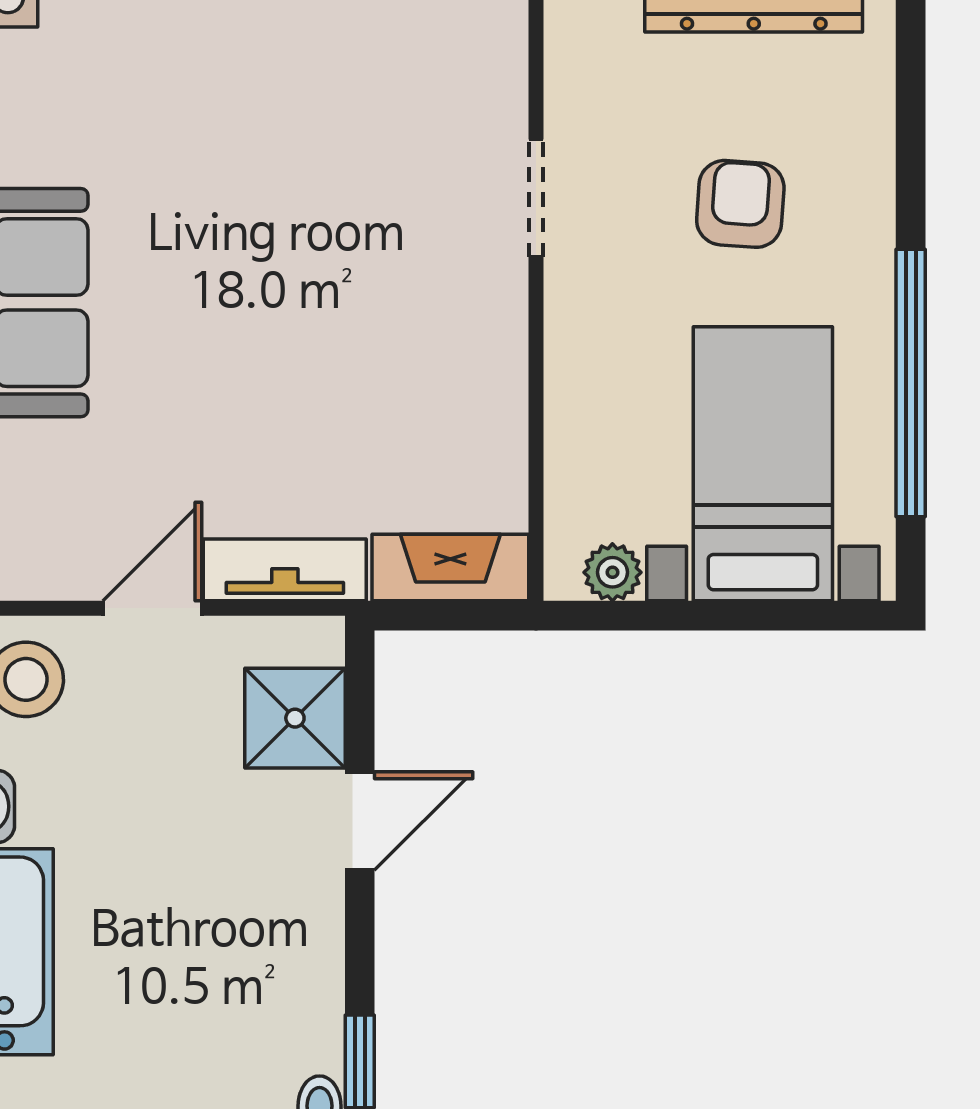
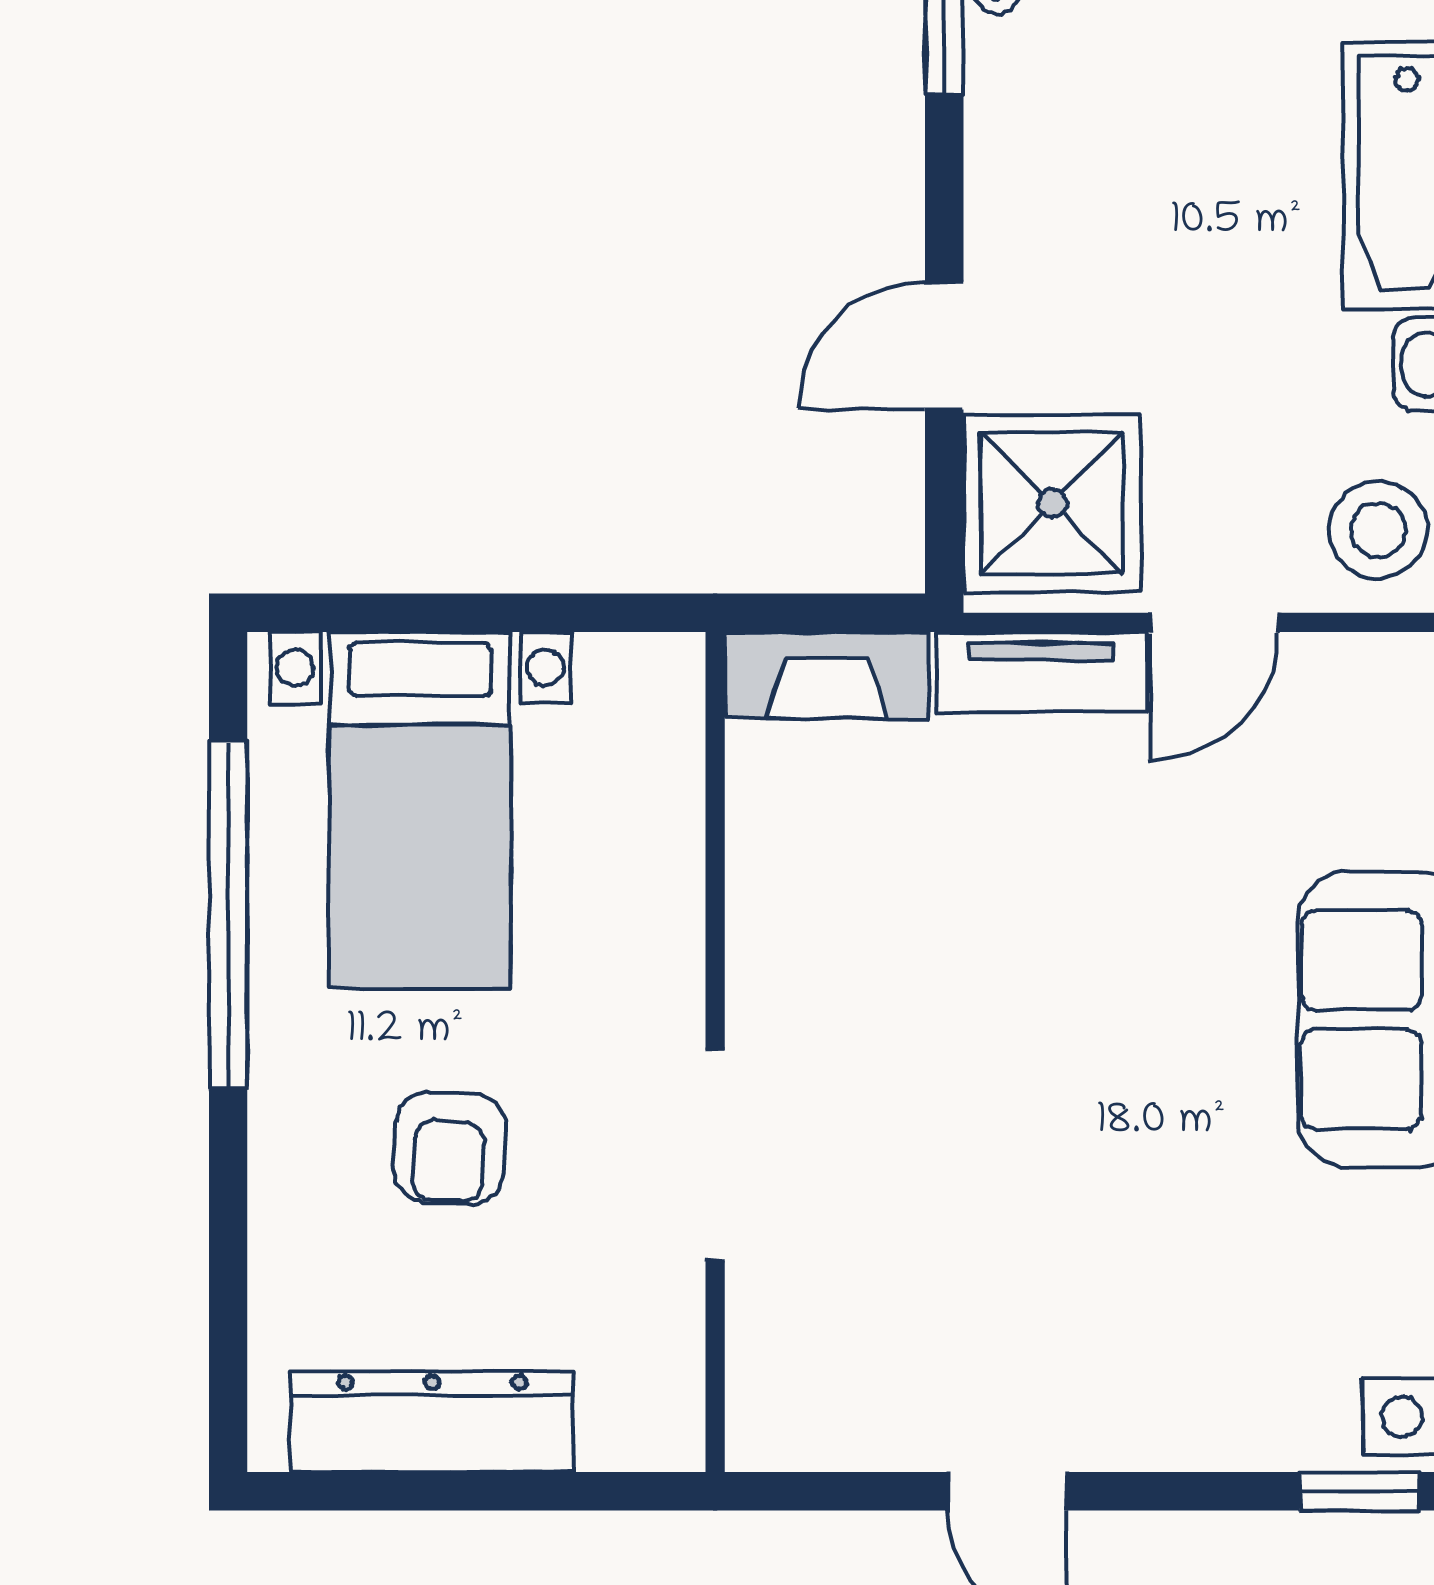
doorway: (536, 198) -> (715, 1155), width x1.38
plant: (612, 572) -> (616, 669), removed
shower: (295, 718) -> (1052, 503), width x1.36, depth x1.36

